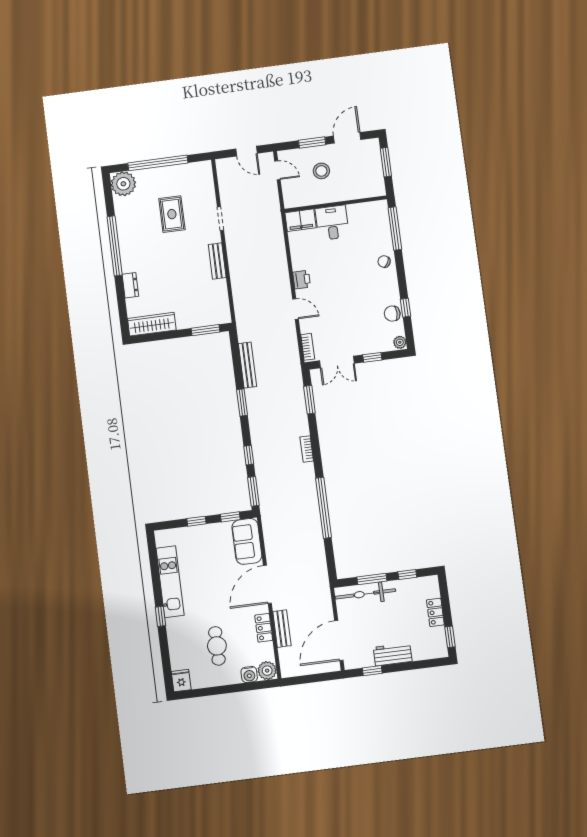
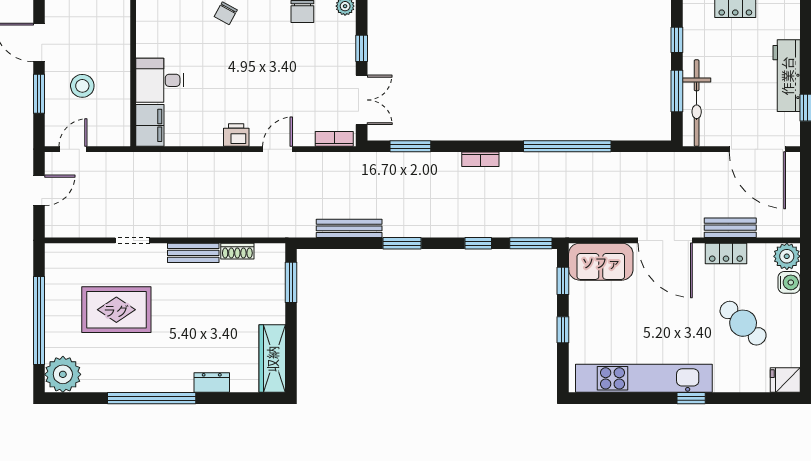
rug: (172, 214) -> (116, 310), width x1.36, depth x1.43
shoe rack: (222, 291) -> (237, 251), added
kitchen unit: (170, 582) -> (644, 378), width x1.36
cafe table: (217, 646) -> (743, 323), turned 43
workbench: (393, 654) -> (787, 76), width x1.38

